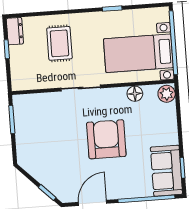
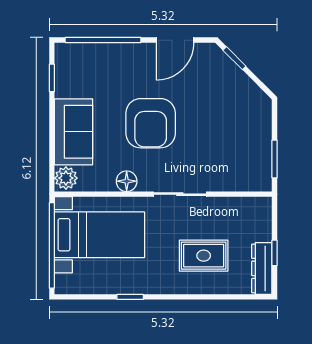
dresser: (15, 31) -> (262, 268), width x1.44
rug: (59, 43) -> (204, 256), turned 90
floor lamp: (135, 94) -> (127, 181), moved
sofa: (166, 171) -> (74, 132), moved

